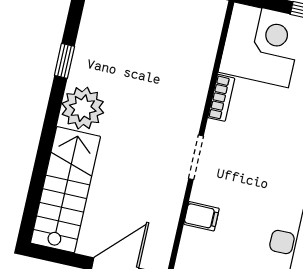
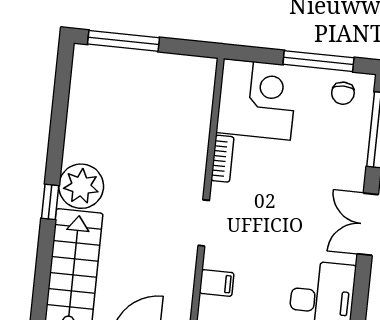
window: (64, 61) -> (50, 202), moved

